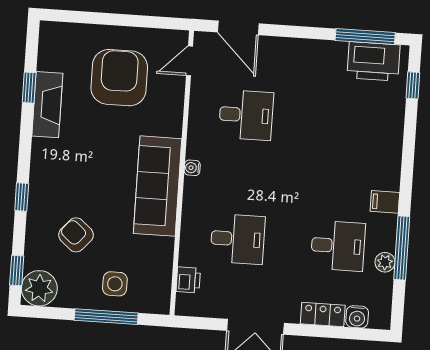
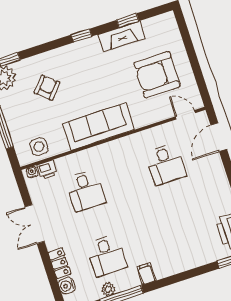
armchair: (119, 78) -> (157, 75), turned 180
water cooler: (192, 168) -> (32, 172), moved
window: (22, 197) -> (82, 36), moved
side table: (115, 284) -> (39, 147), moved

